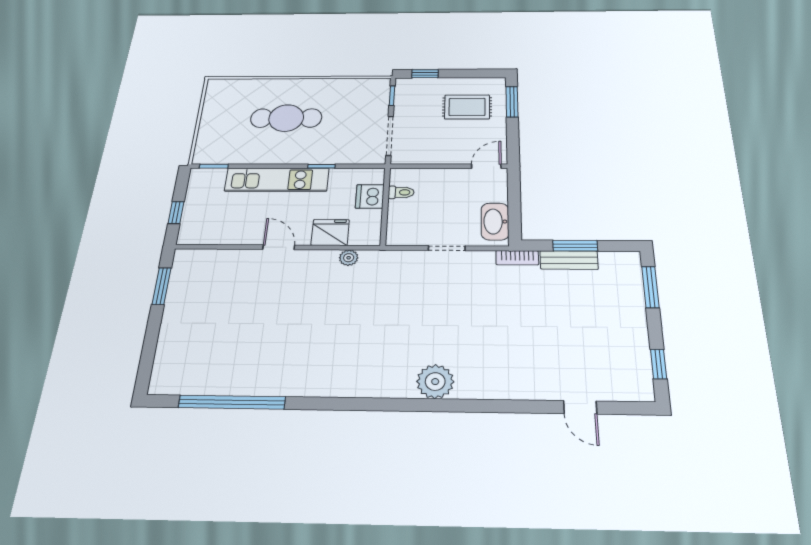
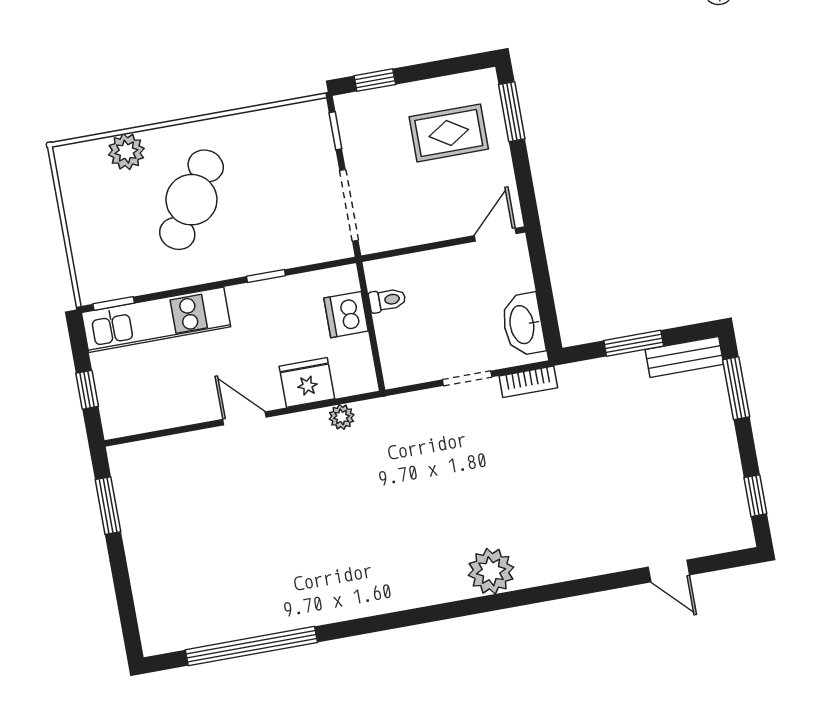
plant: (254, 88) -> (126, 152), added
cafe table: (286, 118) -> (191, 200), turned -57
kitchen unit: (277, 180) -> (156, 320), moved
bookcase: (517, 258) -> (528, 382), moved
bench: (569, 260) -> (684, 357), moved

